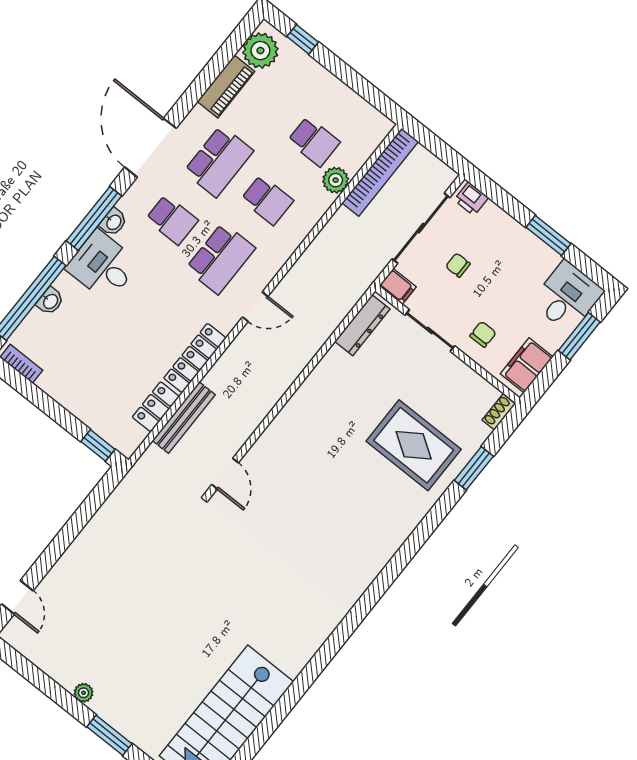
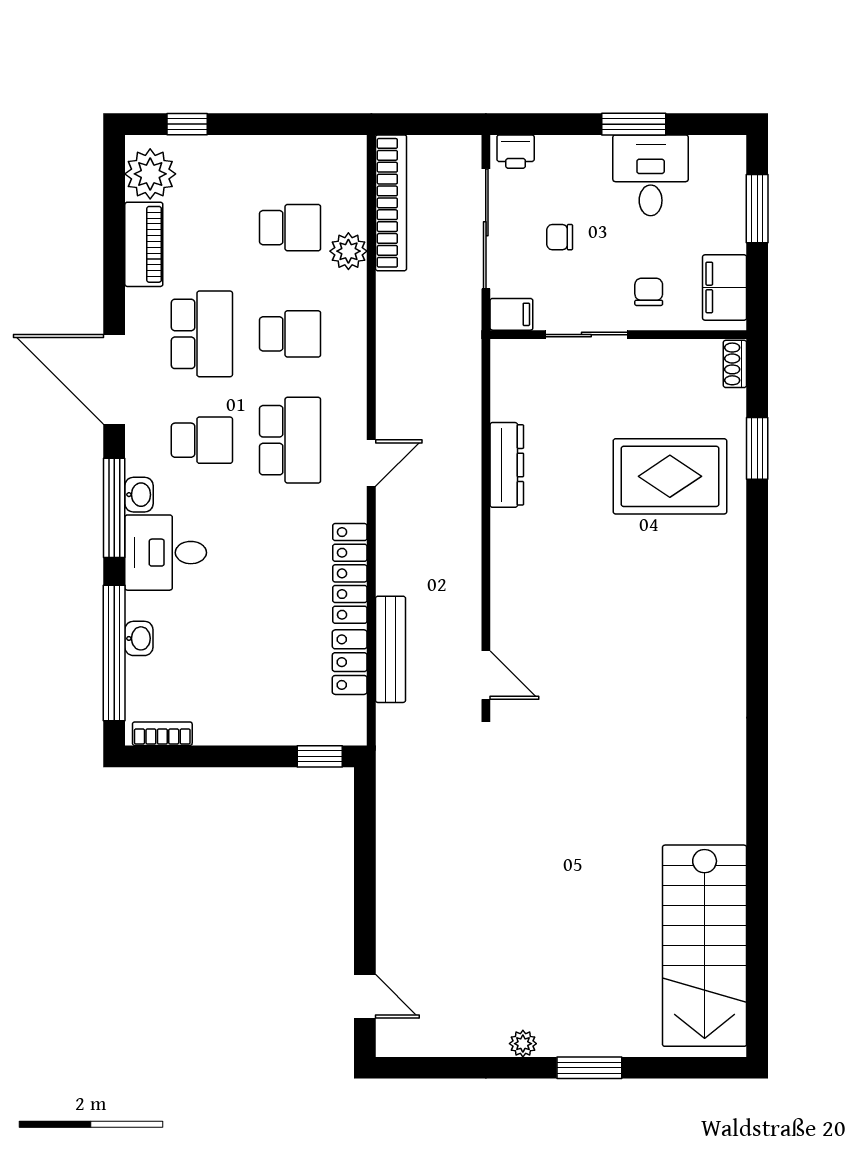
desk: (567, 297) -> (651, 175), moved
dresser: (362, 325) -> (507, 465), moved

